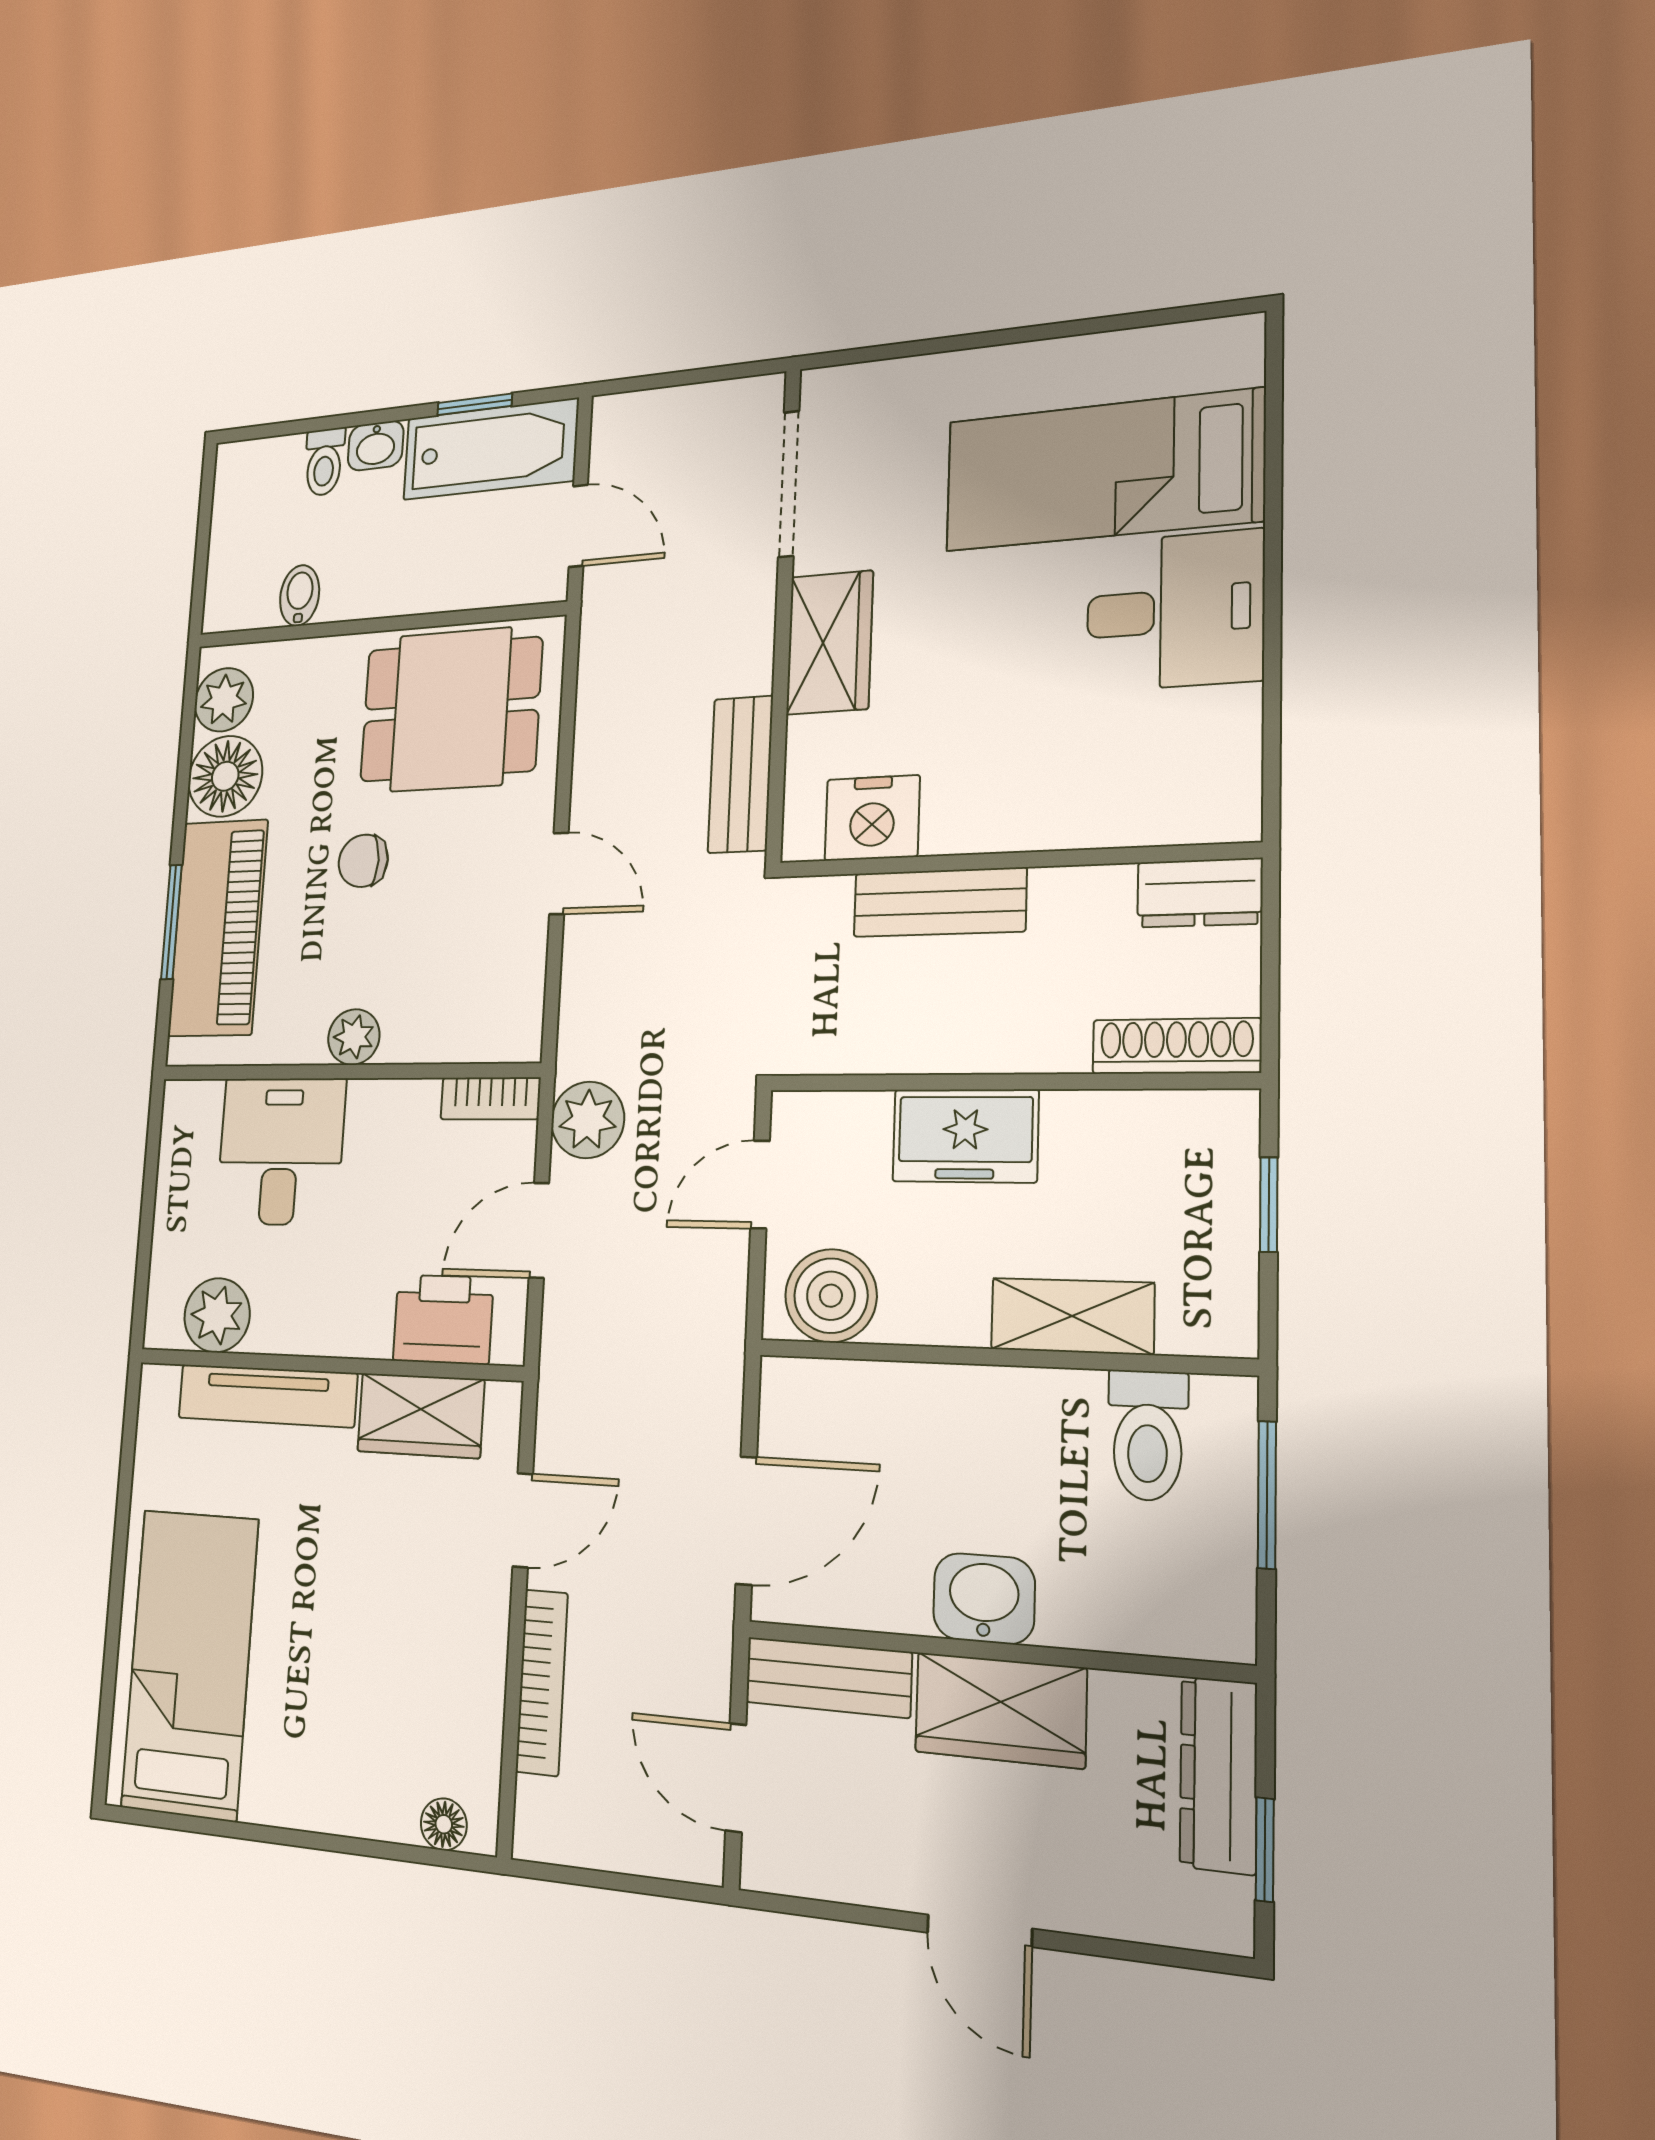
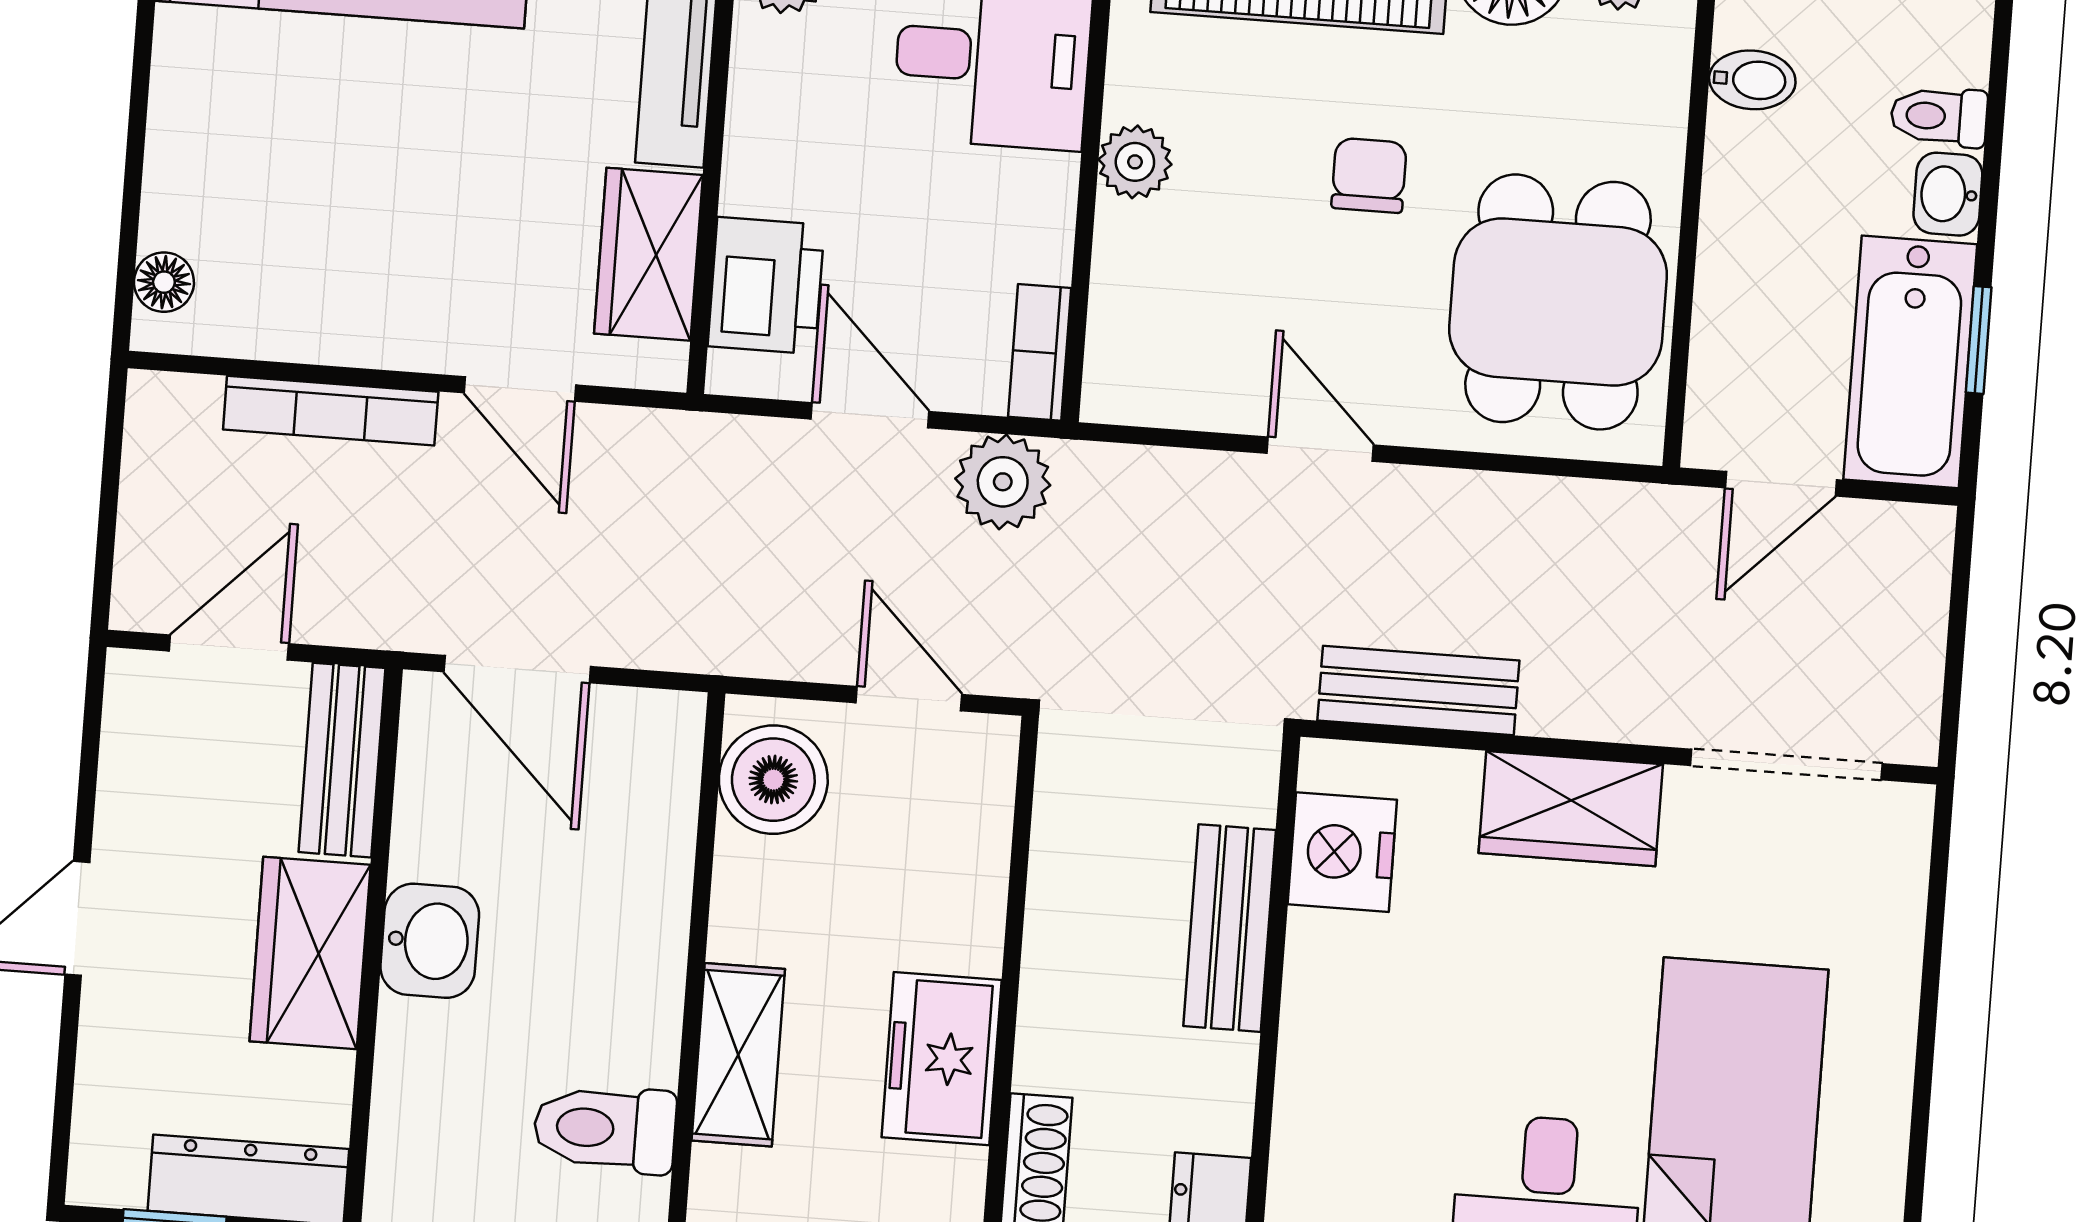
door: (559, 873) -> (1320, 449), swing flipped
freezer: (965, 1136) -> (942, 1059), moved

